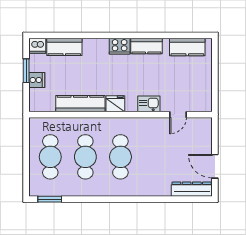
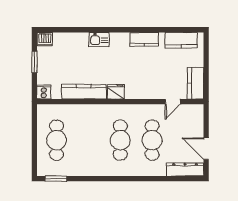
cooker: (120, 46) -> (119, 39), removed
kitchen counter: (64, 47) -> (196, 83), moved, turned 90
cooker: (37, 80) -> (44, 92), moved, turned -90
kitchen sink: (149, 104) -> (99, 40), moved, turned 180
cafe table: (85, 157) -> (152, 140), moved

